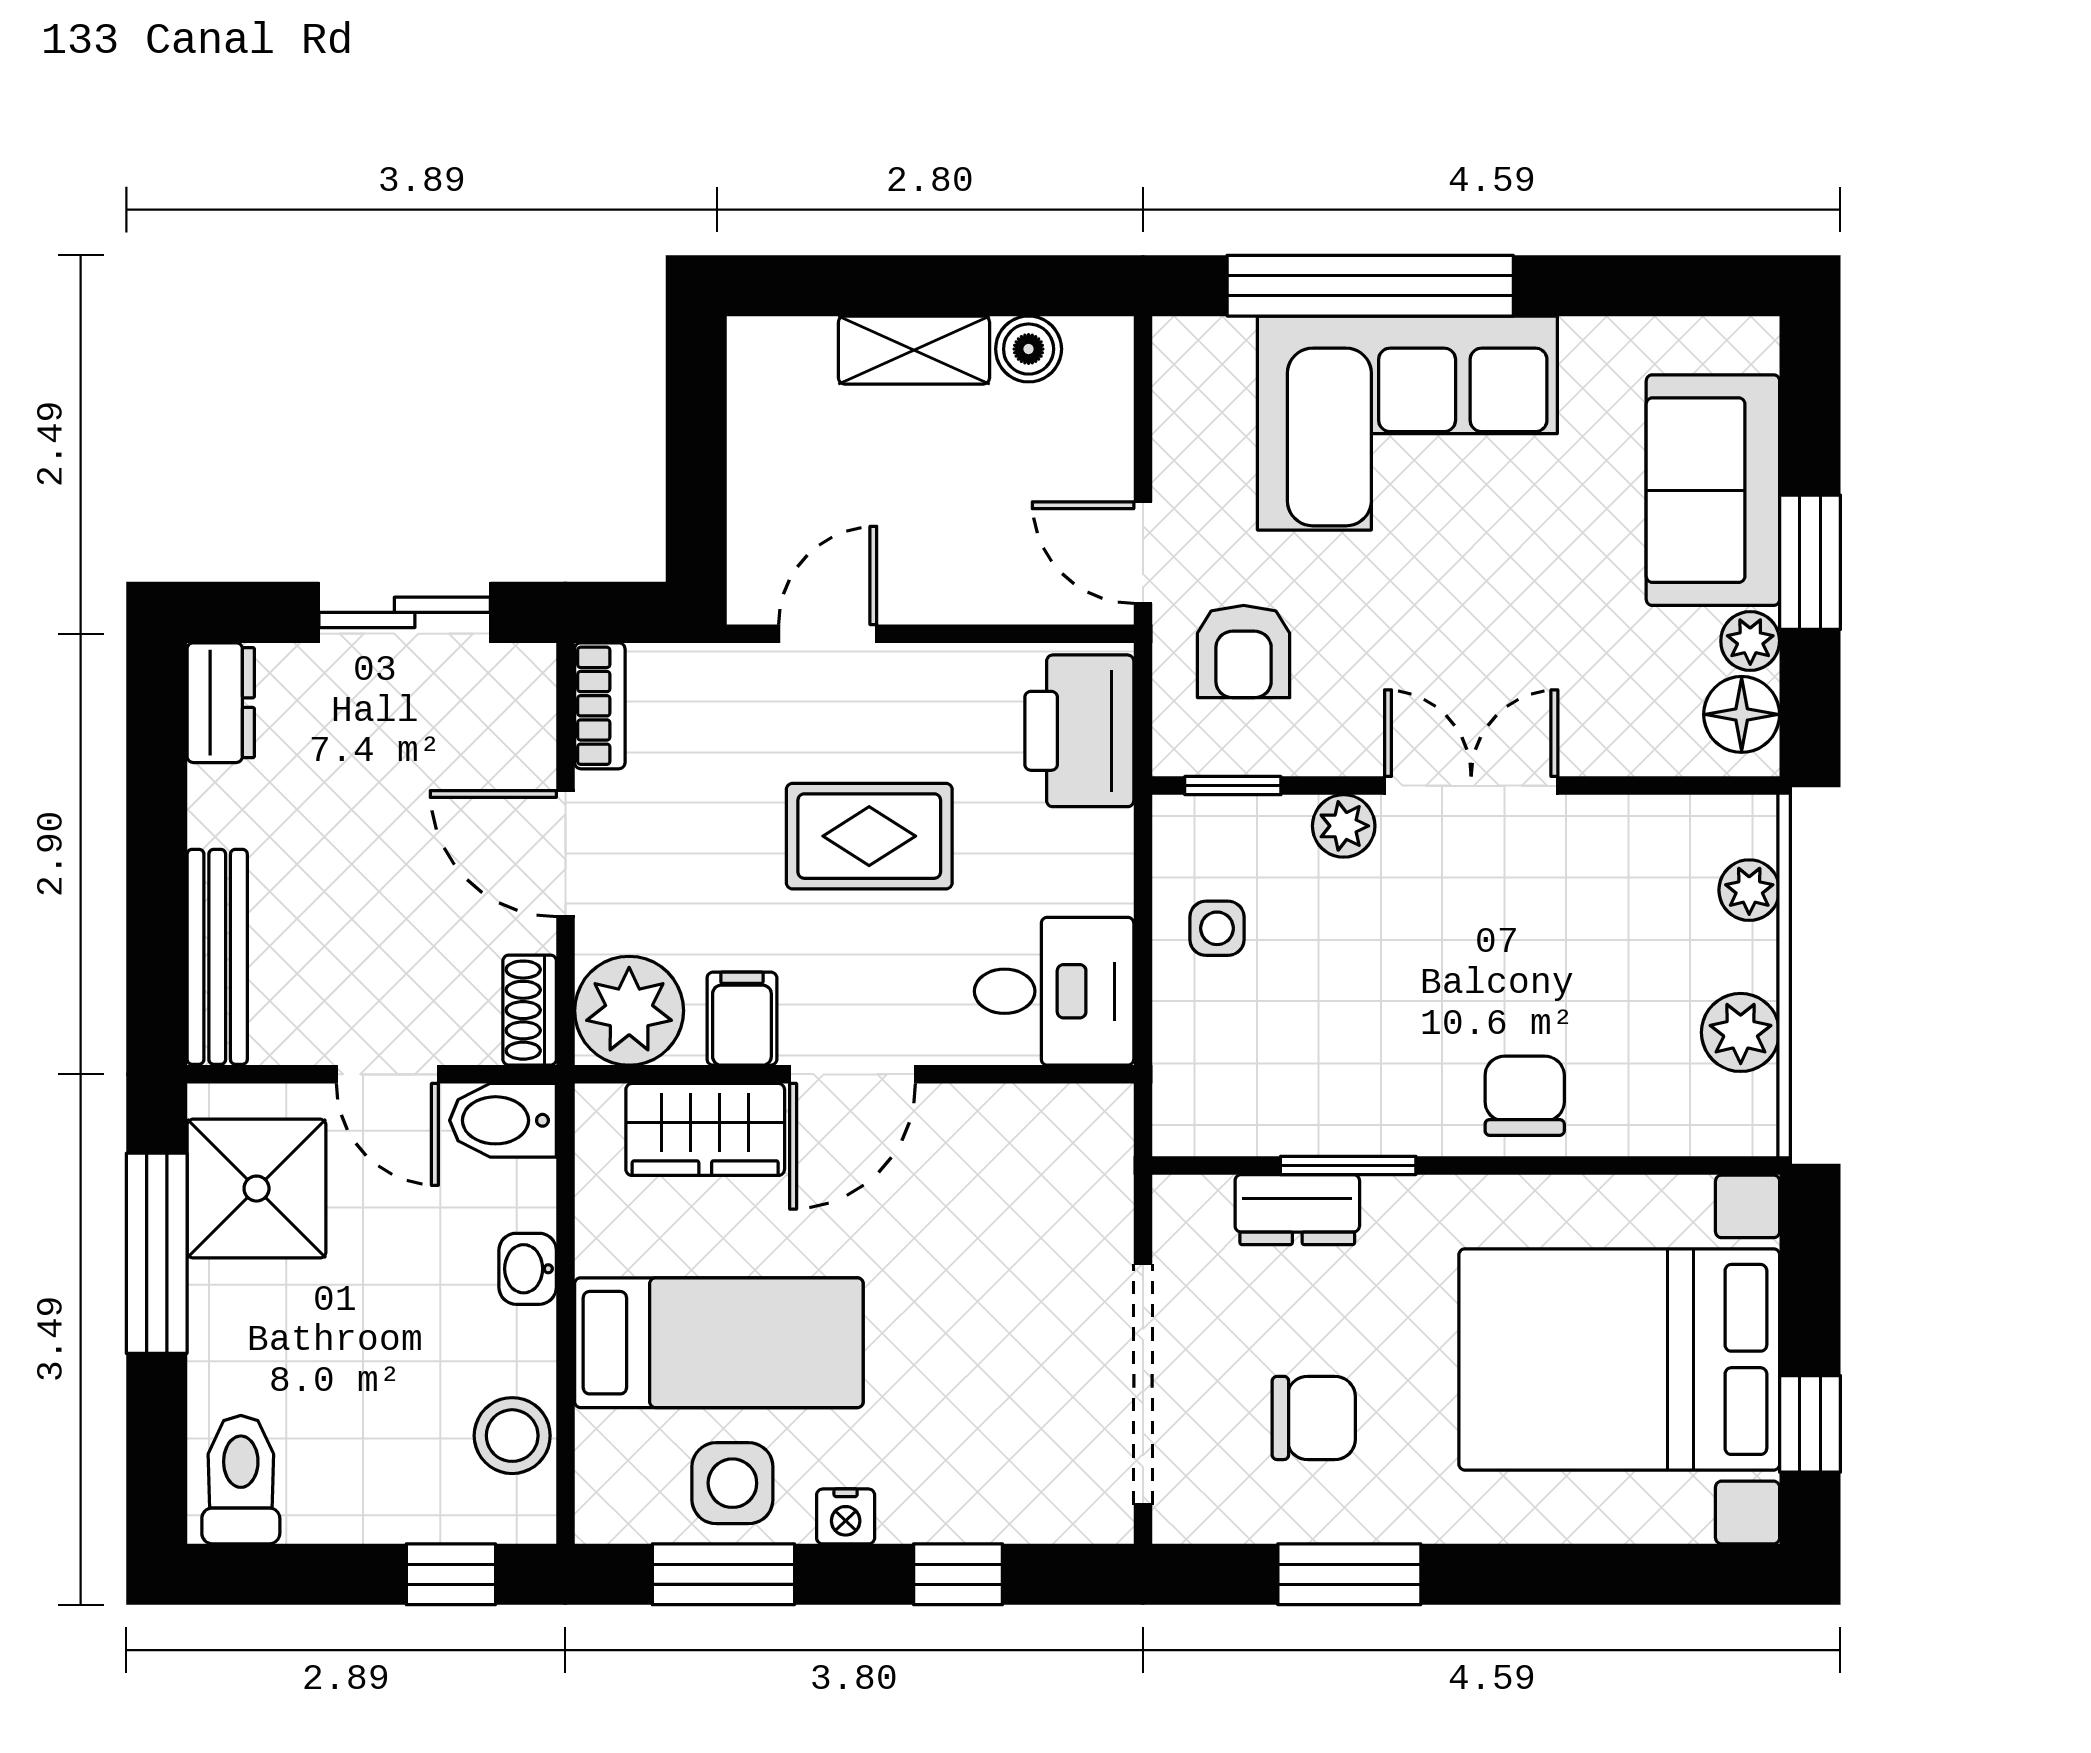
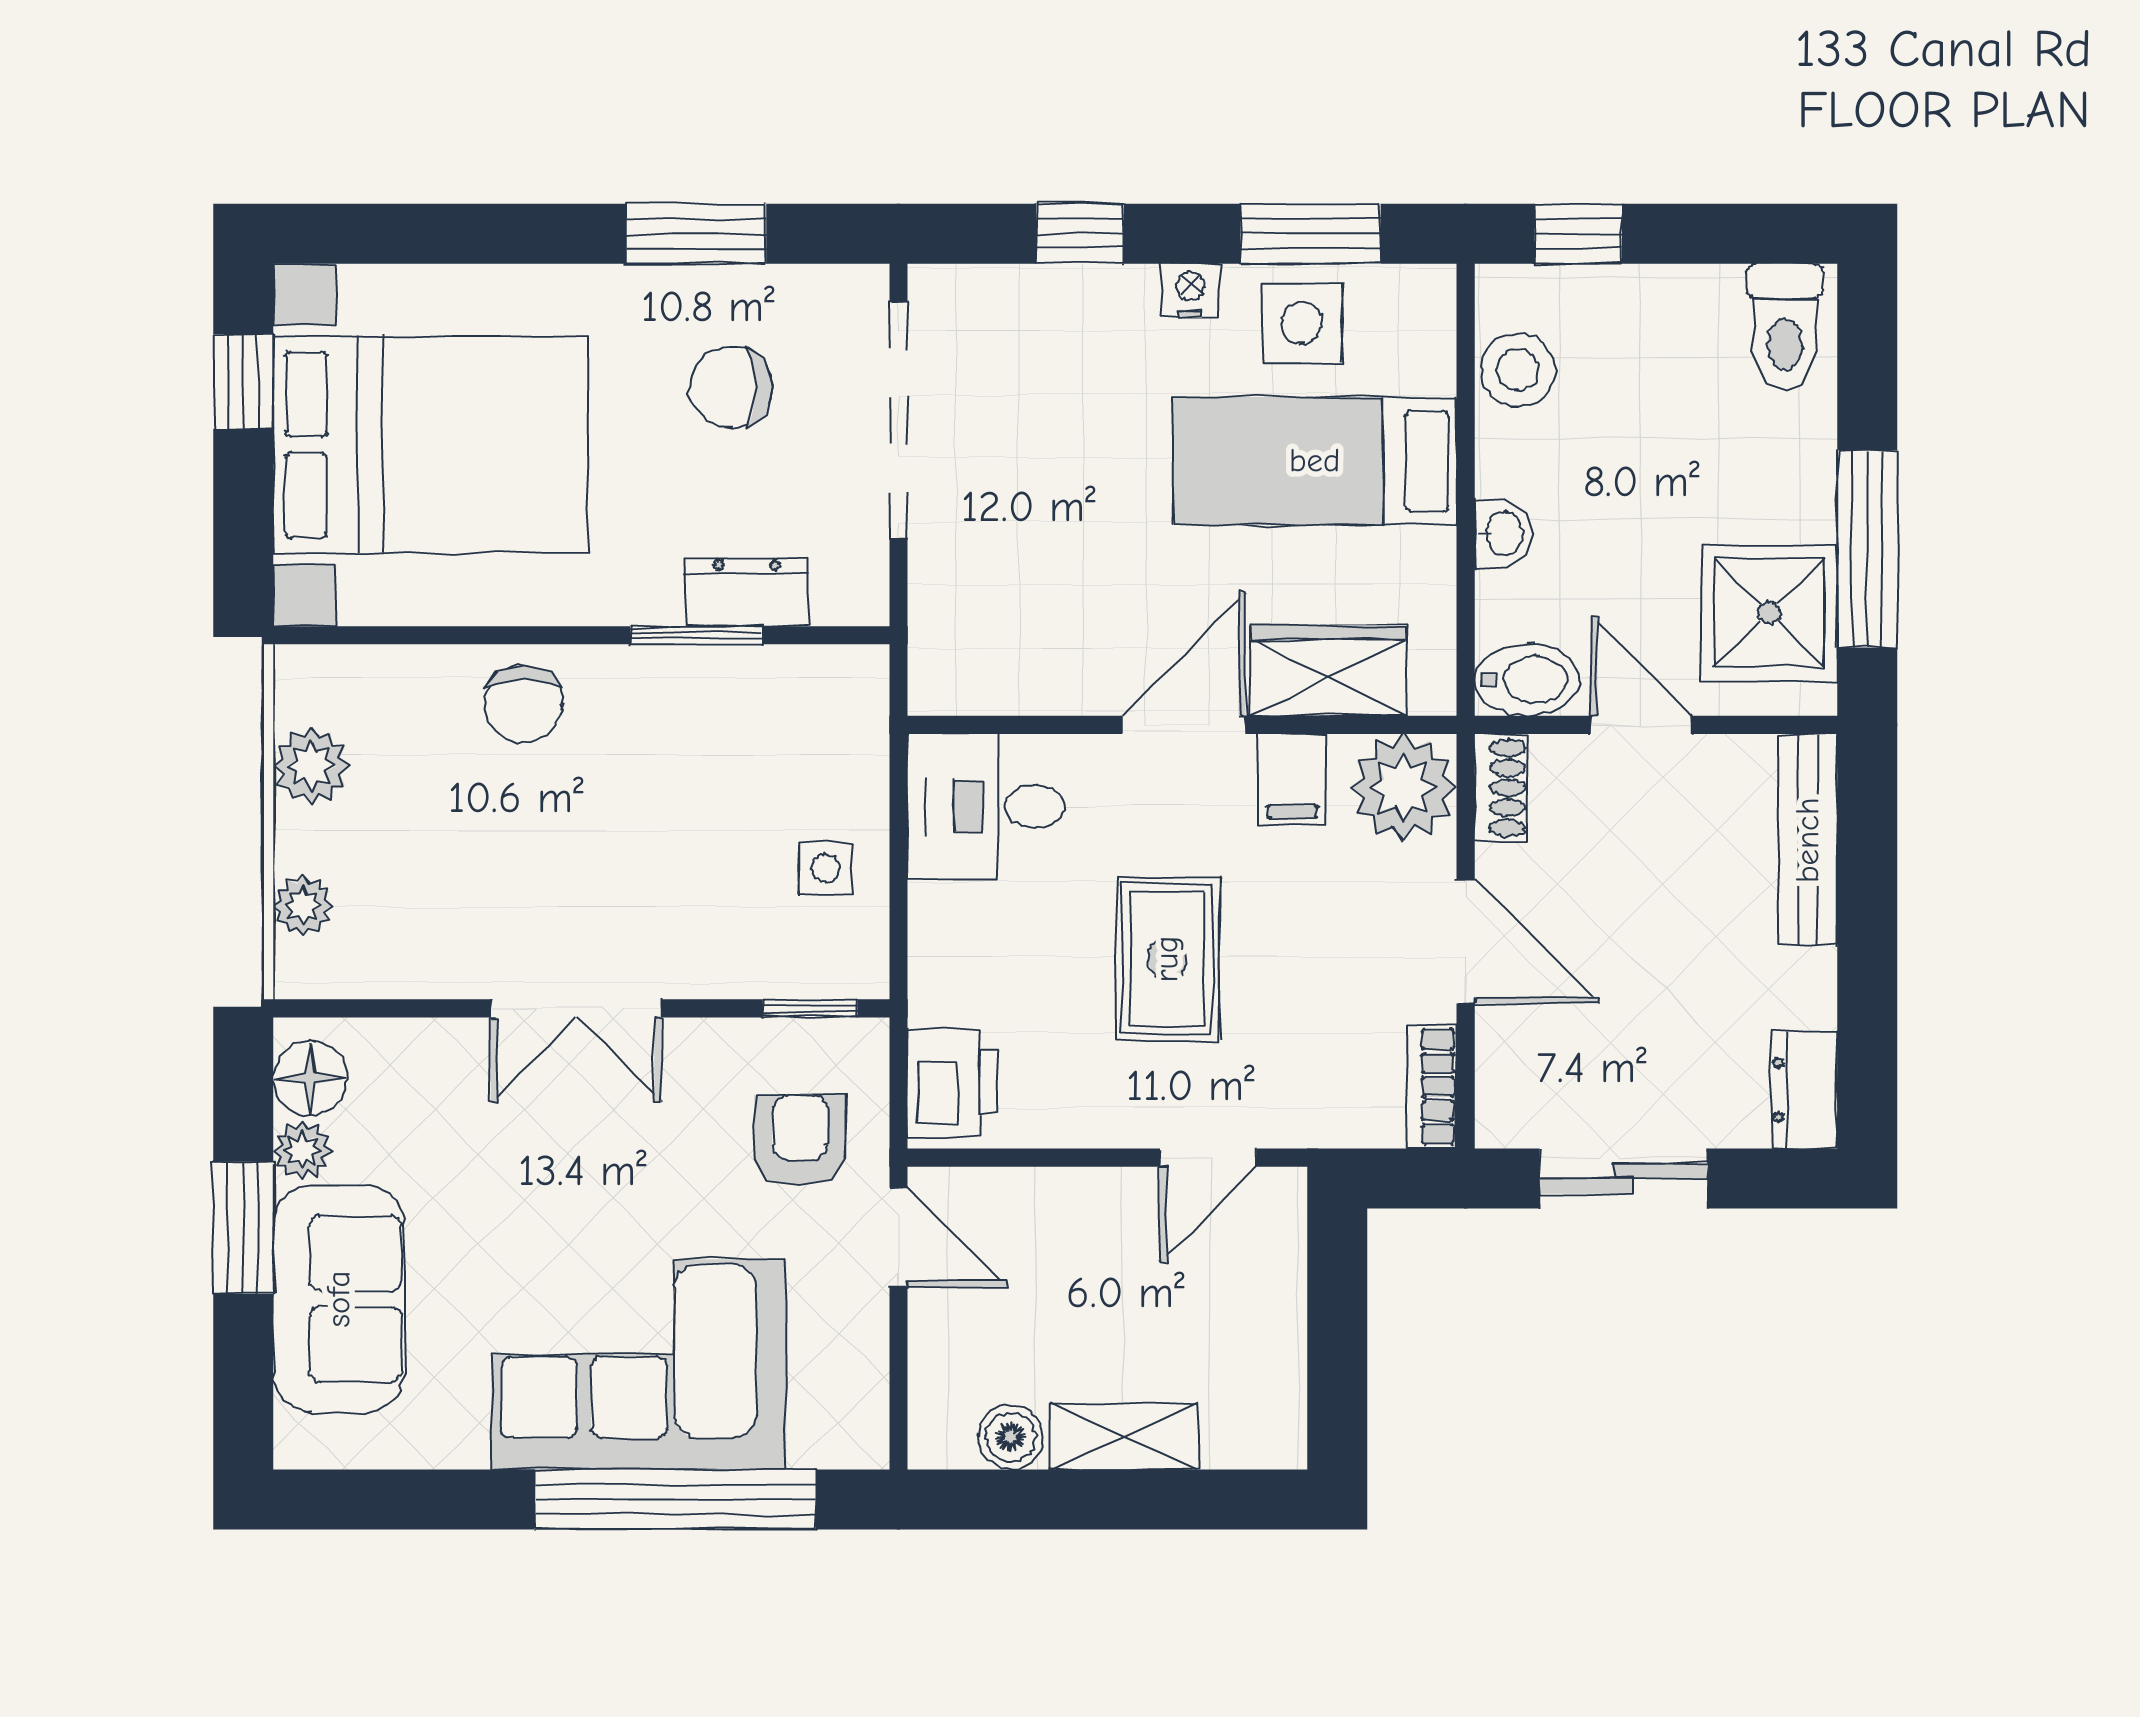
printer: (1079, 731) -> (952, 1082), width x0.73, depth x0.84
plant: (1344, 826) -> (701, 969), removed
rug: (869, 836) -> (1167, 959), turned 90

